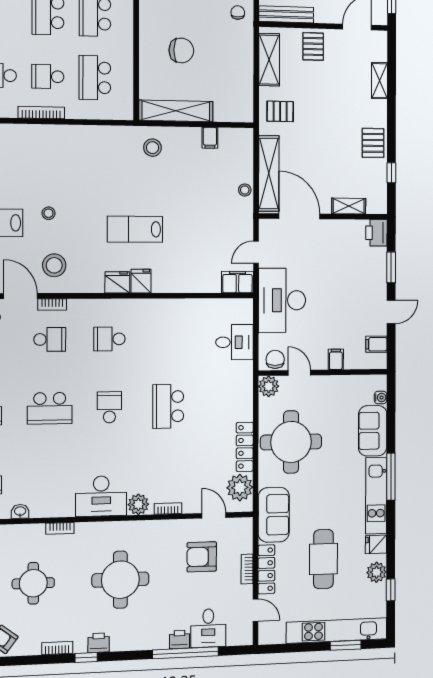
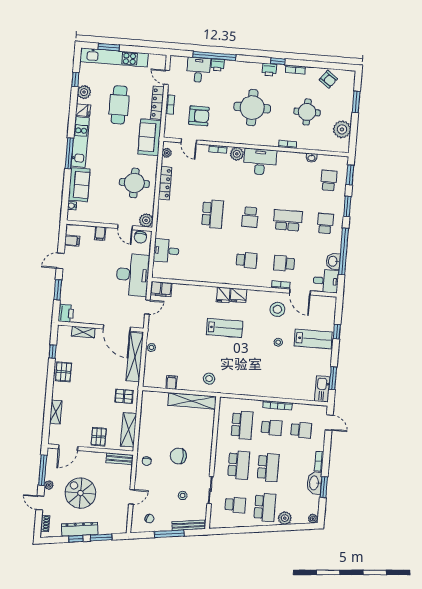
bench: (286, 14) -> (120, 459), width x0.73
chair: (181, 50) -> (178, 456), moved
round table: (291, 442) -> (134, 183), width x0.73, depth x0.73
plant: (240, 488) -> (167, 153), width x0.53, depth x0.53

